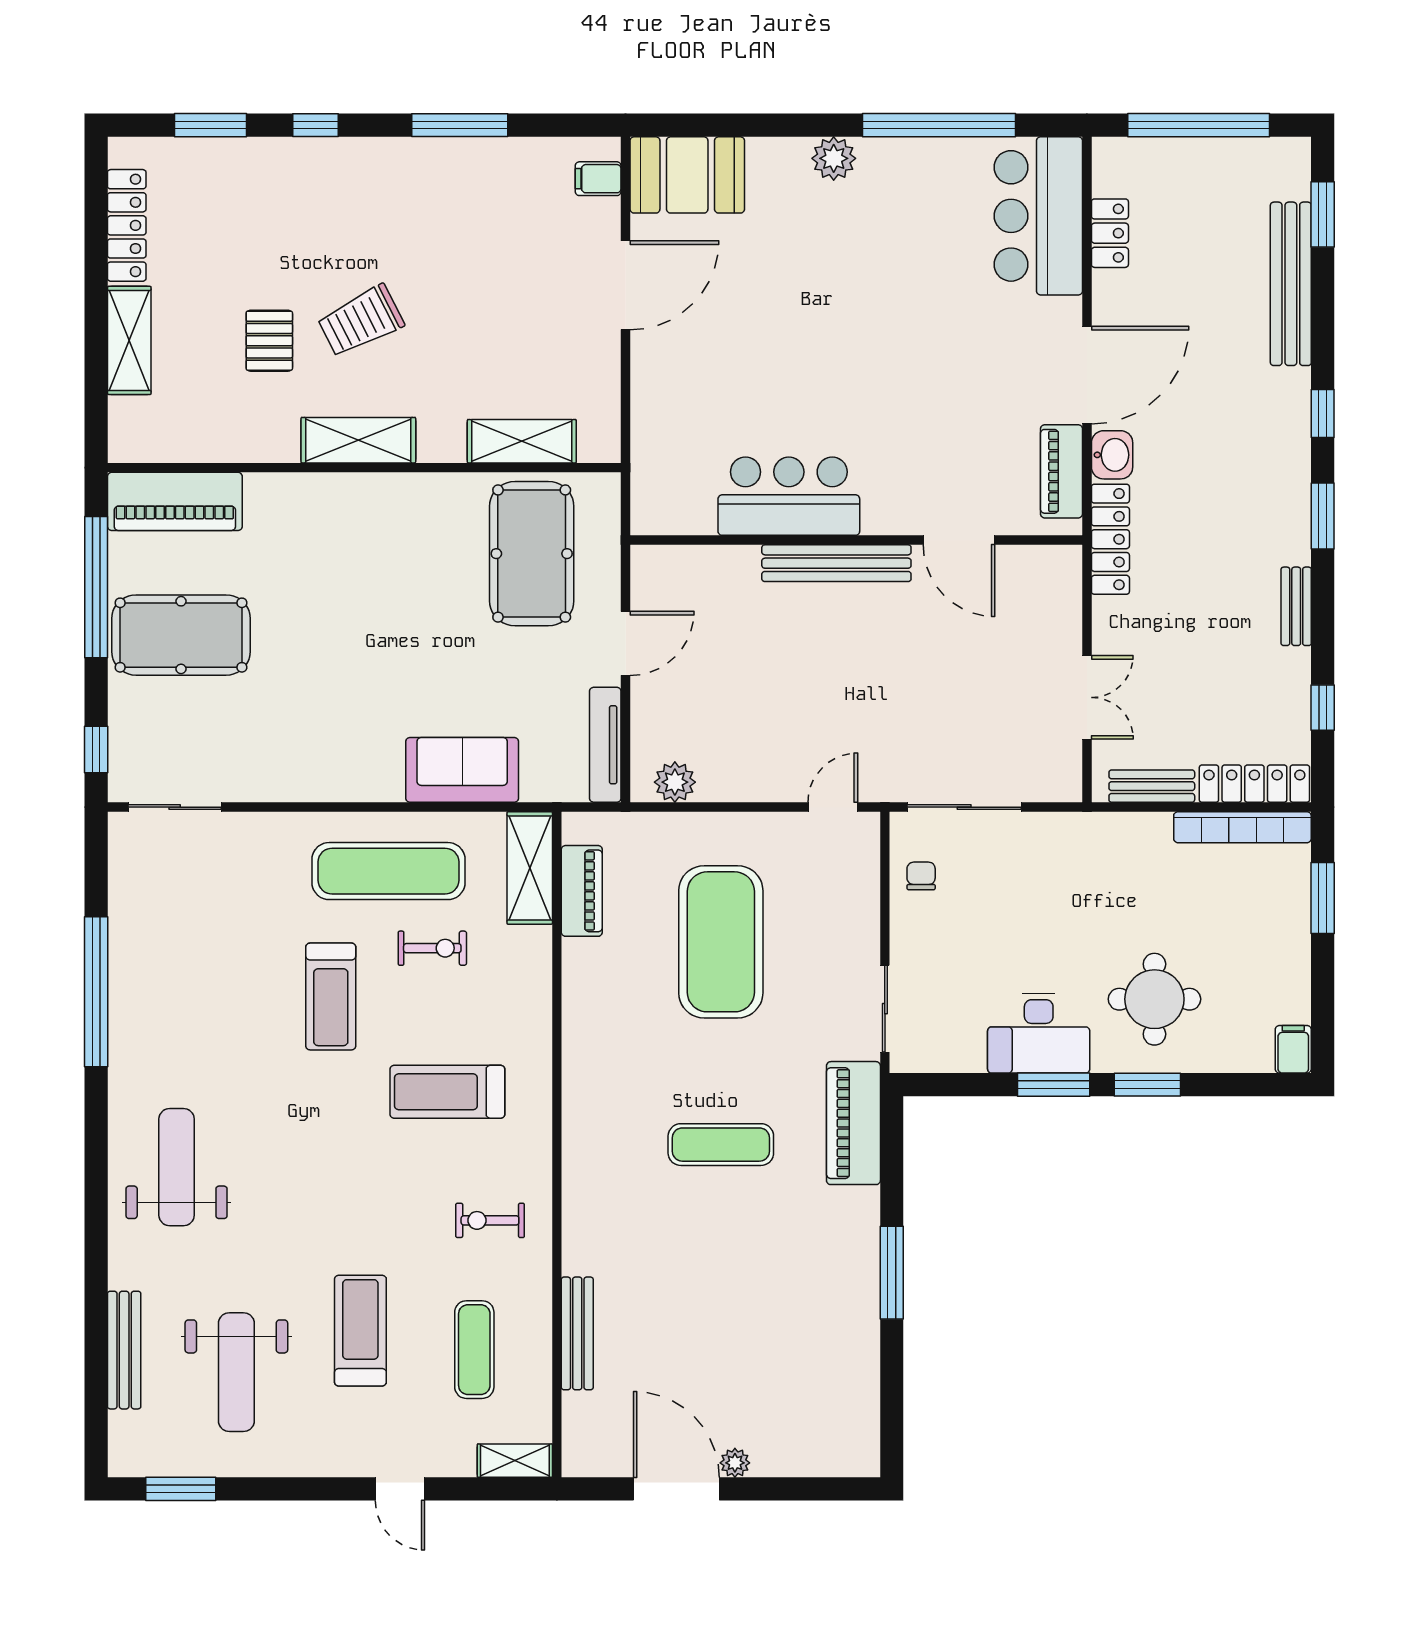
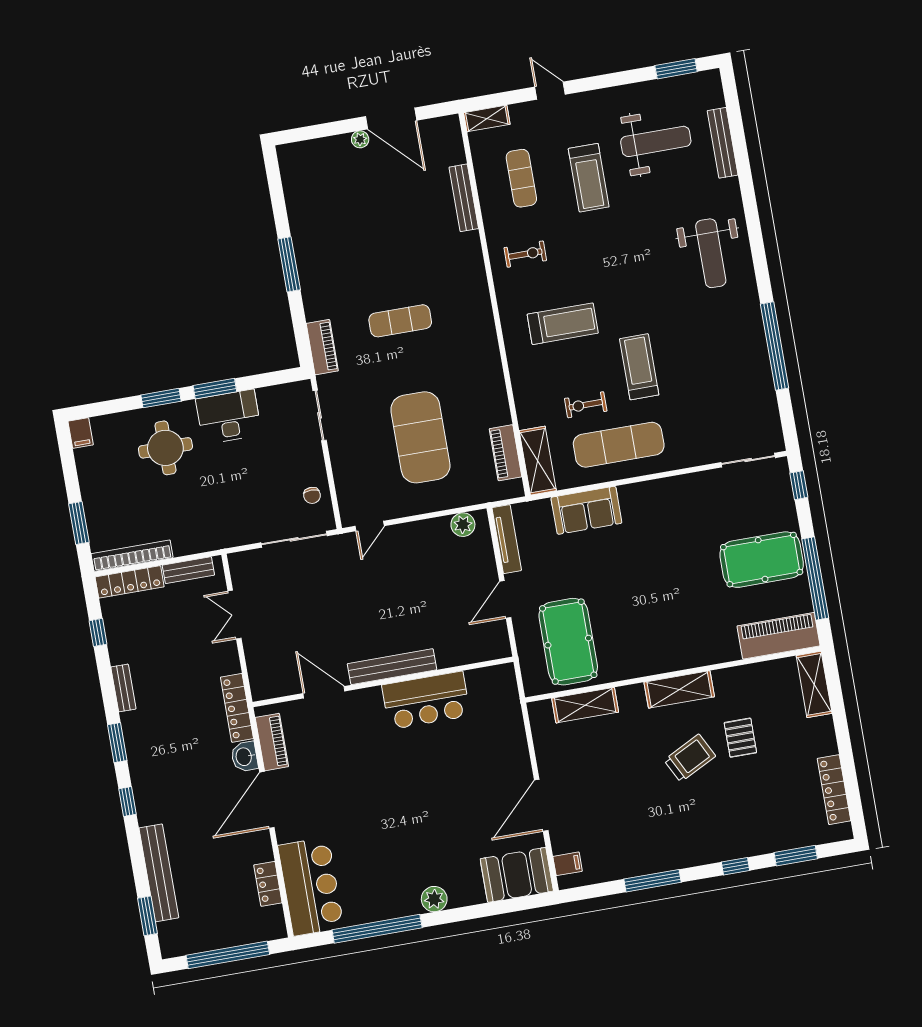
shelving: (129, 340) -> (814, 684), moved
piano: (853, 1123) -> (322, 347), width x0.73, depth x0.75
weight bench: (236, 1372) -> (656, 141), turned 90

